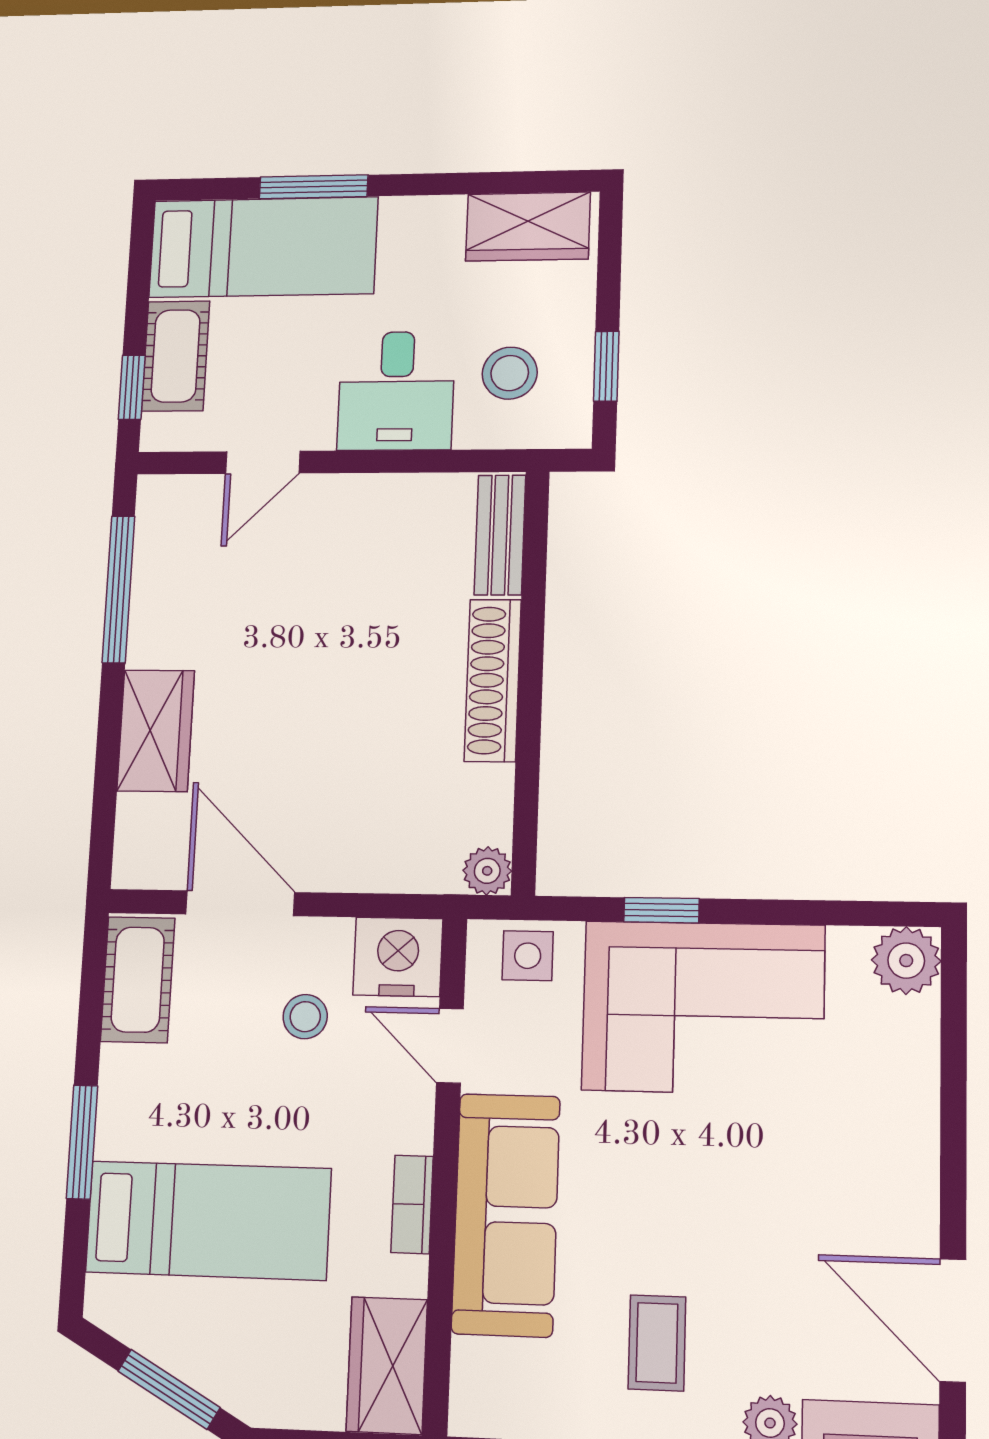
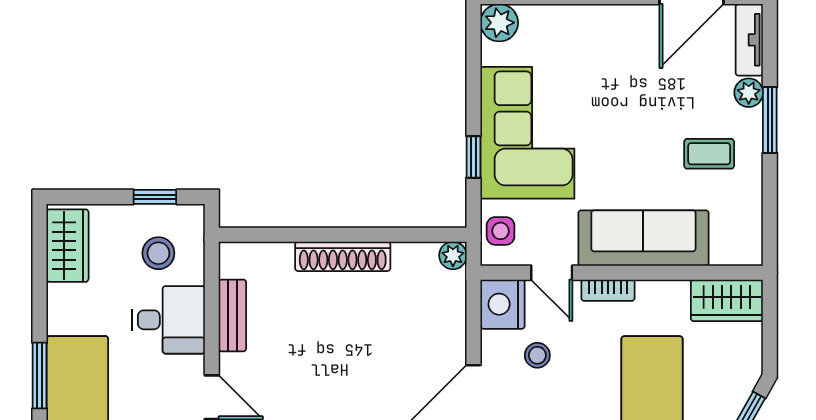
bench: (500, 535) -> (232, 315), moved, turned 90
door: (450, 1046) -> (552, 273), hinge flipped
bookcase: (412, 1204) -> (608, 290), moved

